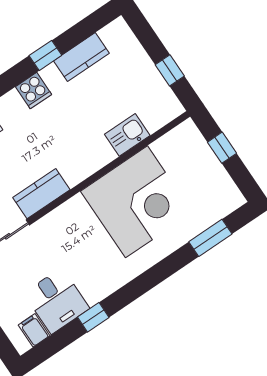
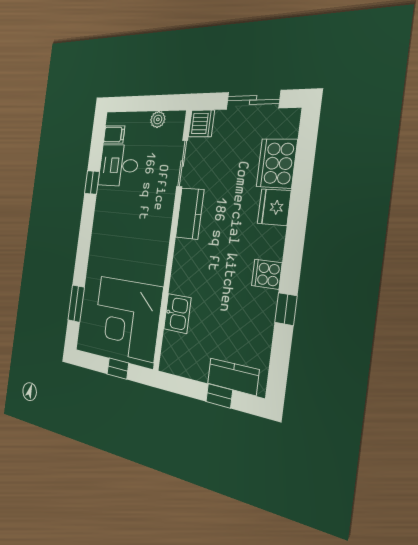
kitchen counter: (81, 57) -> (233, 377), moved, turned 90
window: (170, 70) -> (219, 396), moved
corner desk: (136, 202) -> (127, 318), moved

